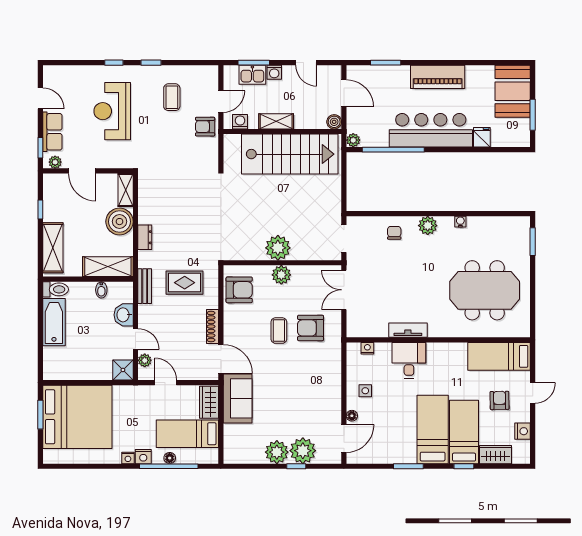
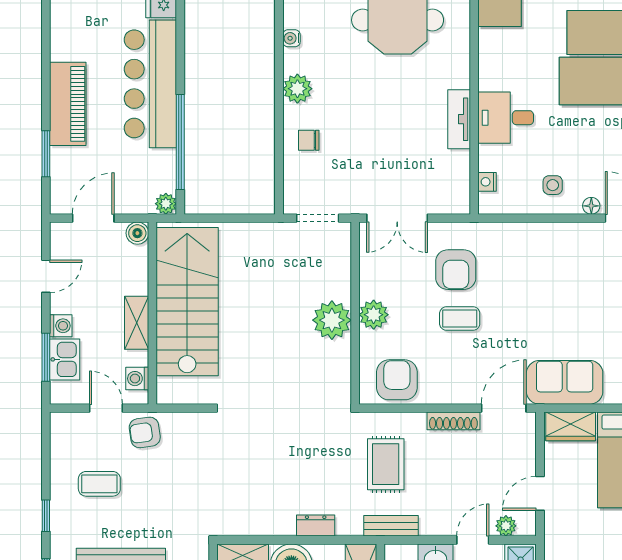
piano: (438, 77) -> (68, 104), moved
armchair: (205, 127) -> (145, 432), turned 82

